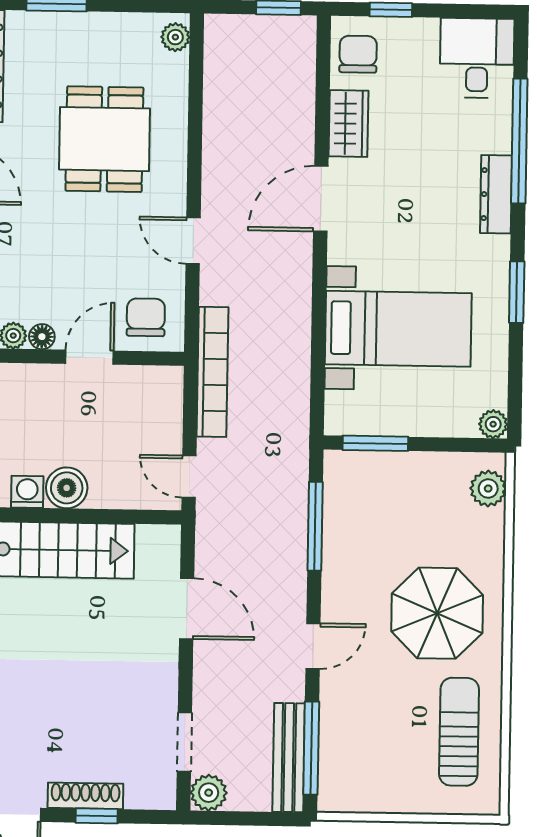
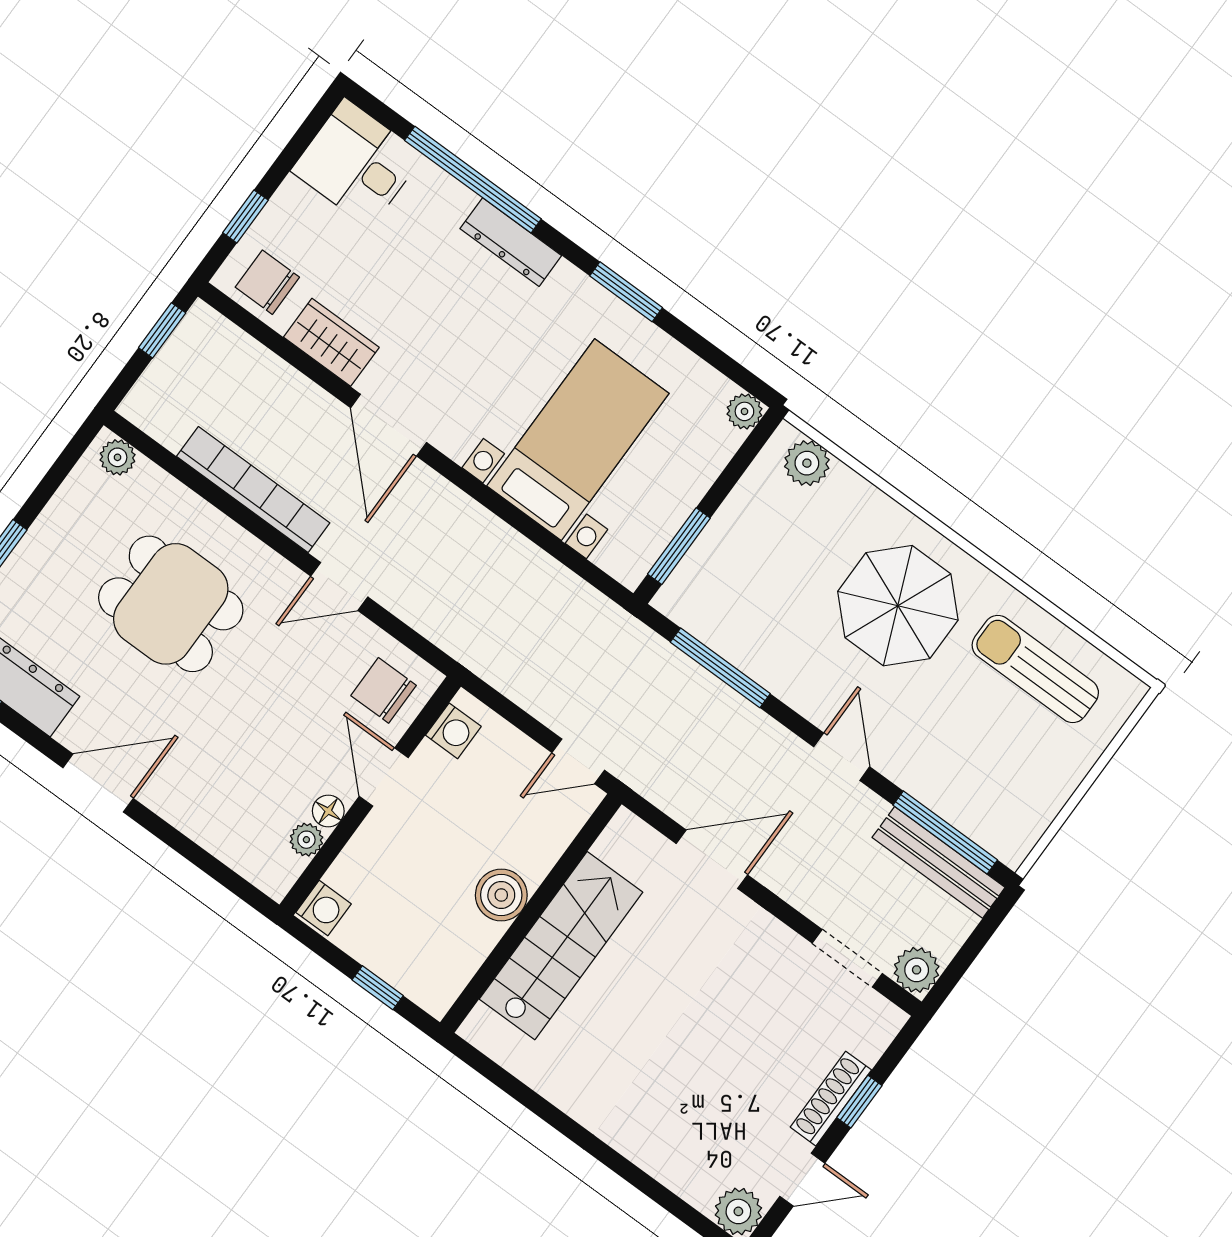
bookcase: (213, 372) -> (253, 490), moved
washing machine: (27, 492) -> (453, 731), moved, turned 180

